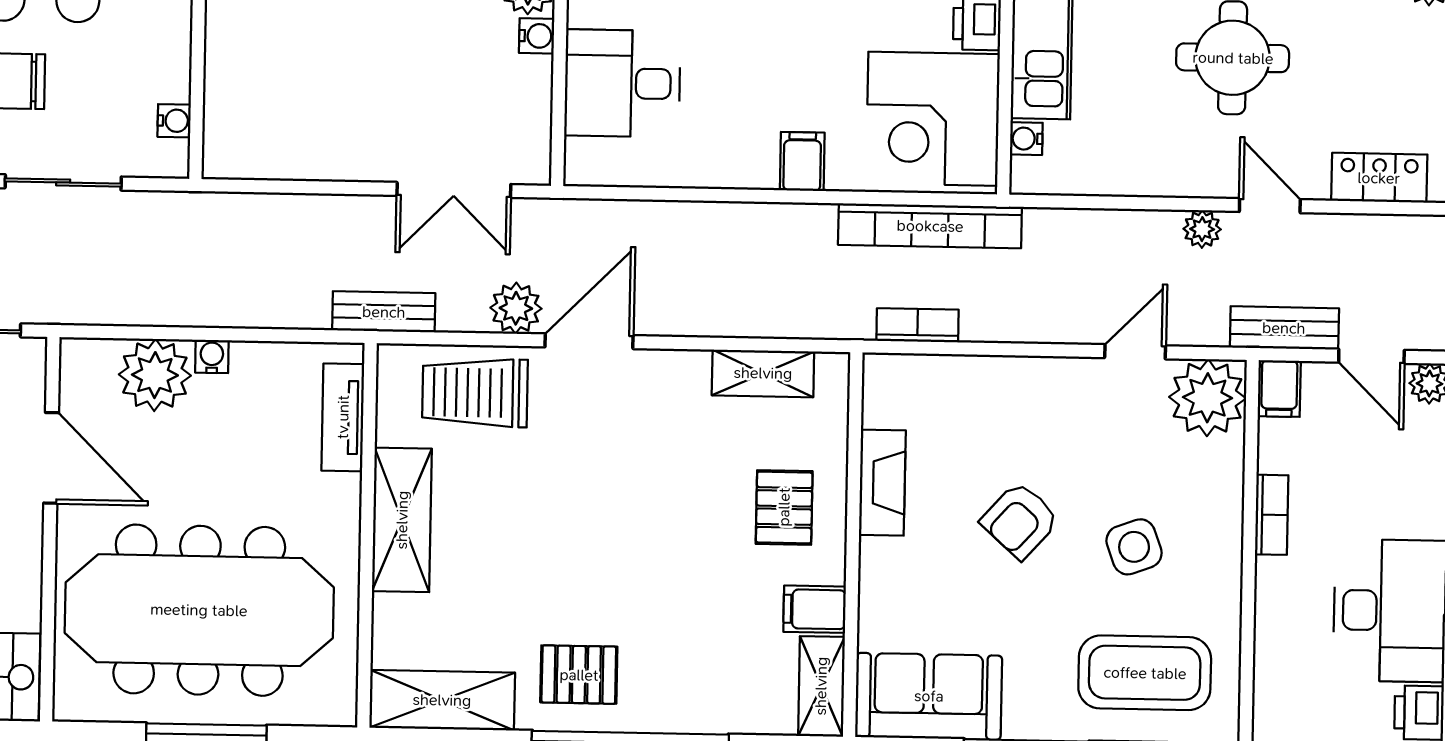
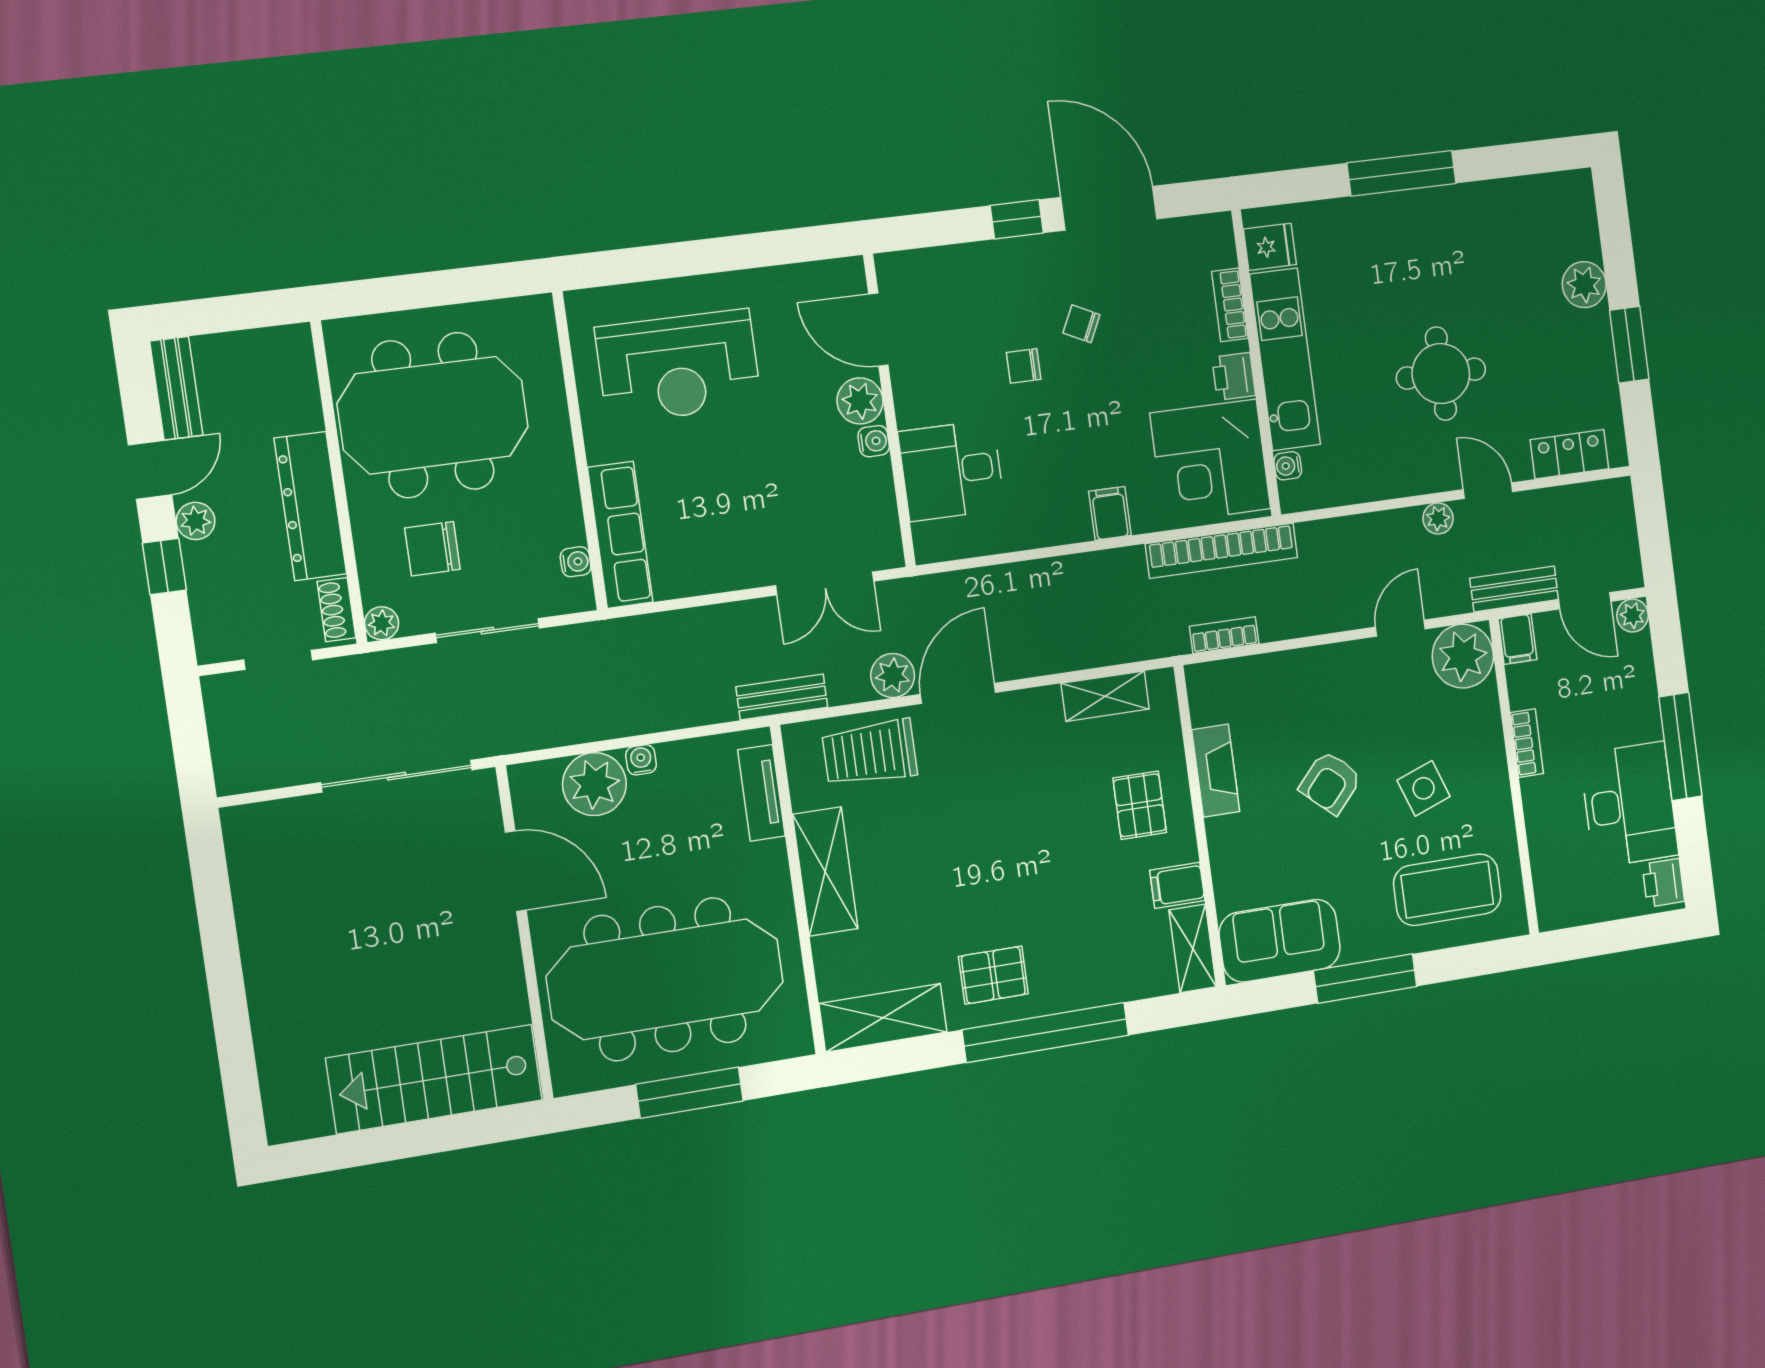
row of seats: (229, 98) -> (620, 535), added

